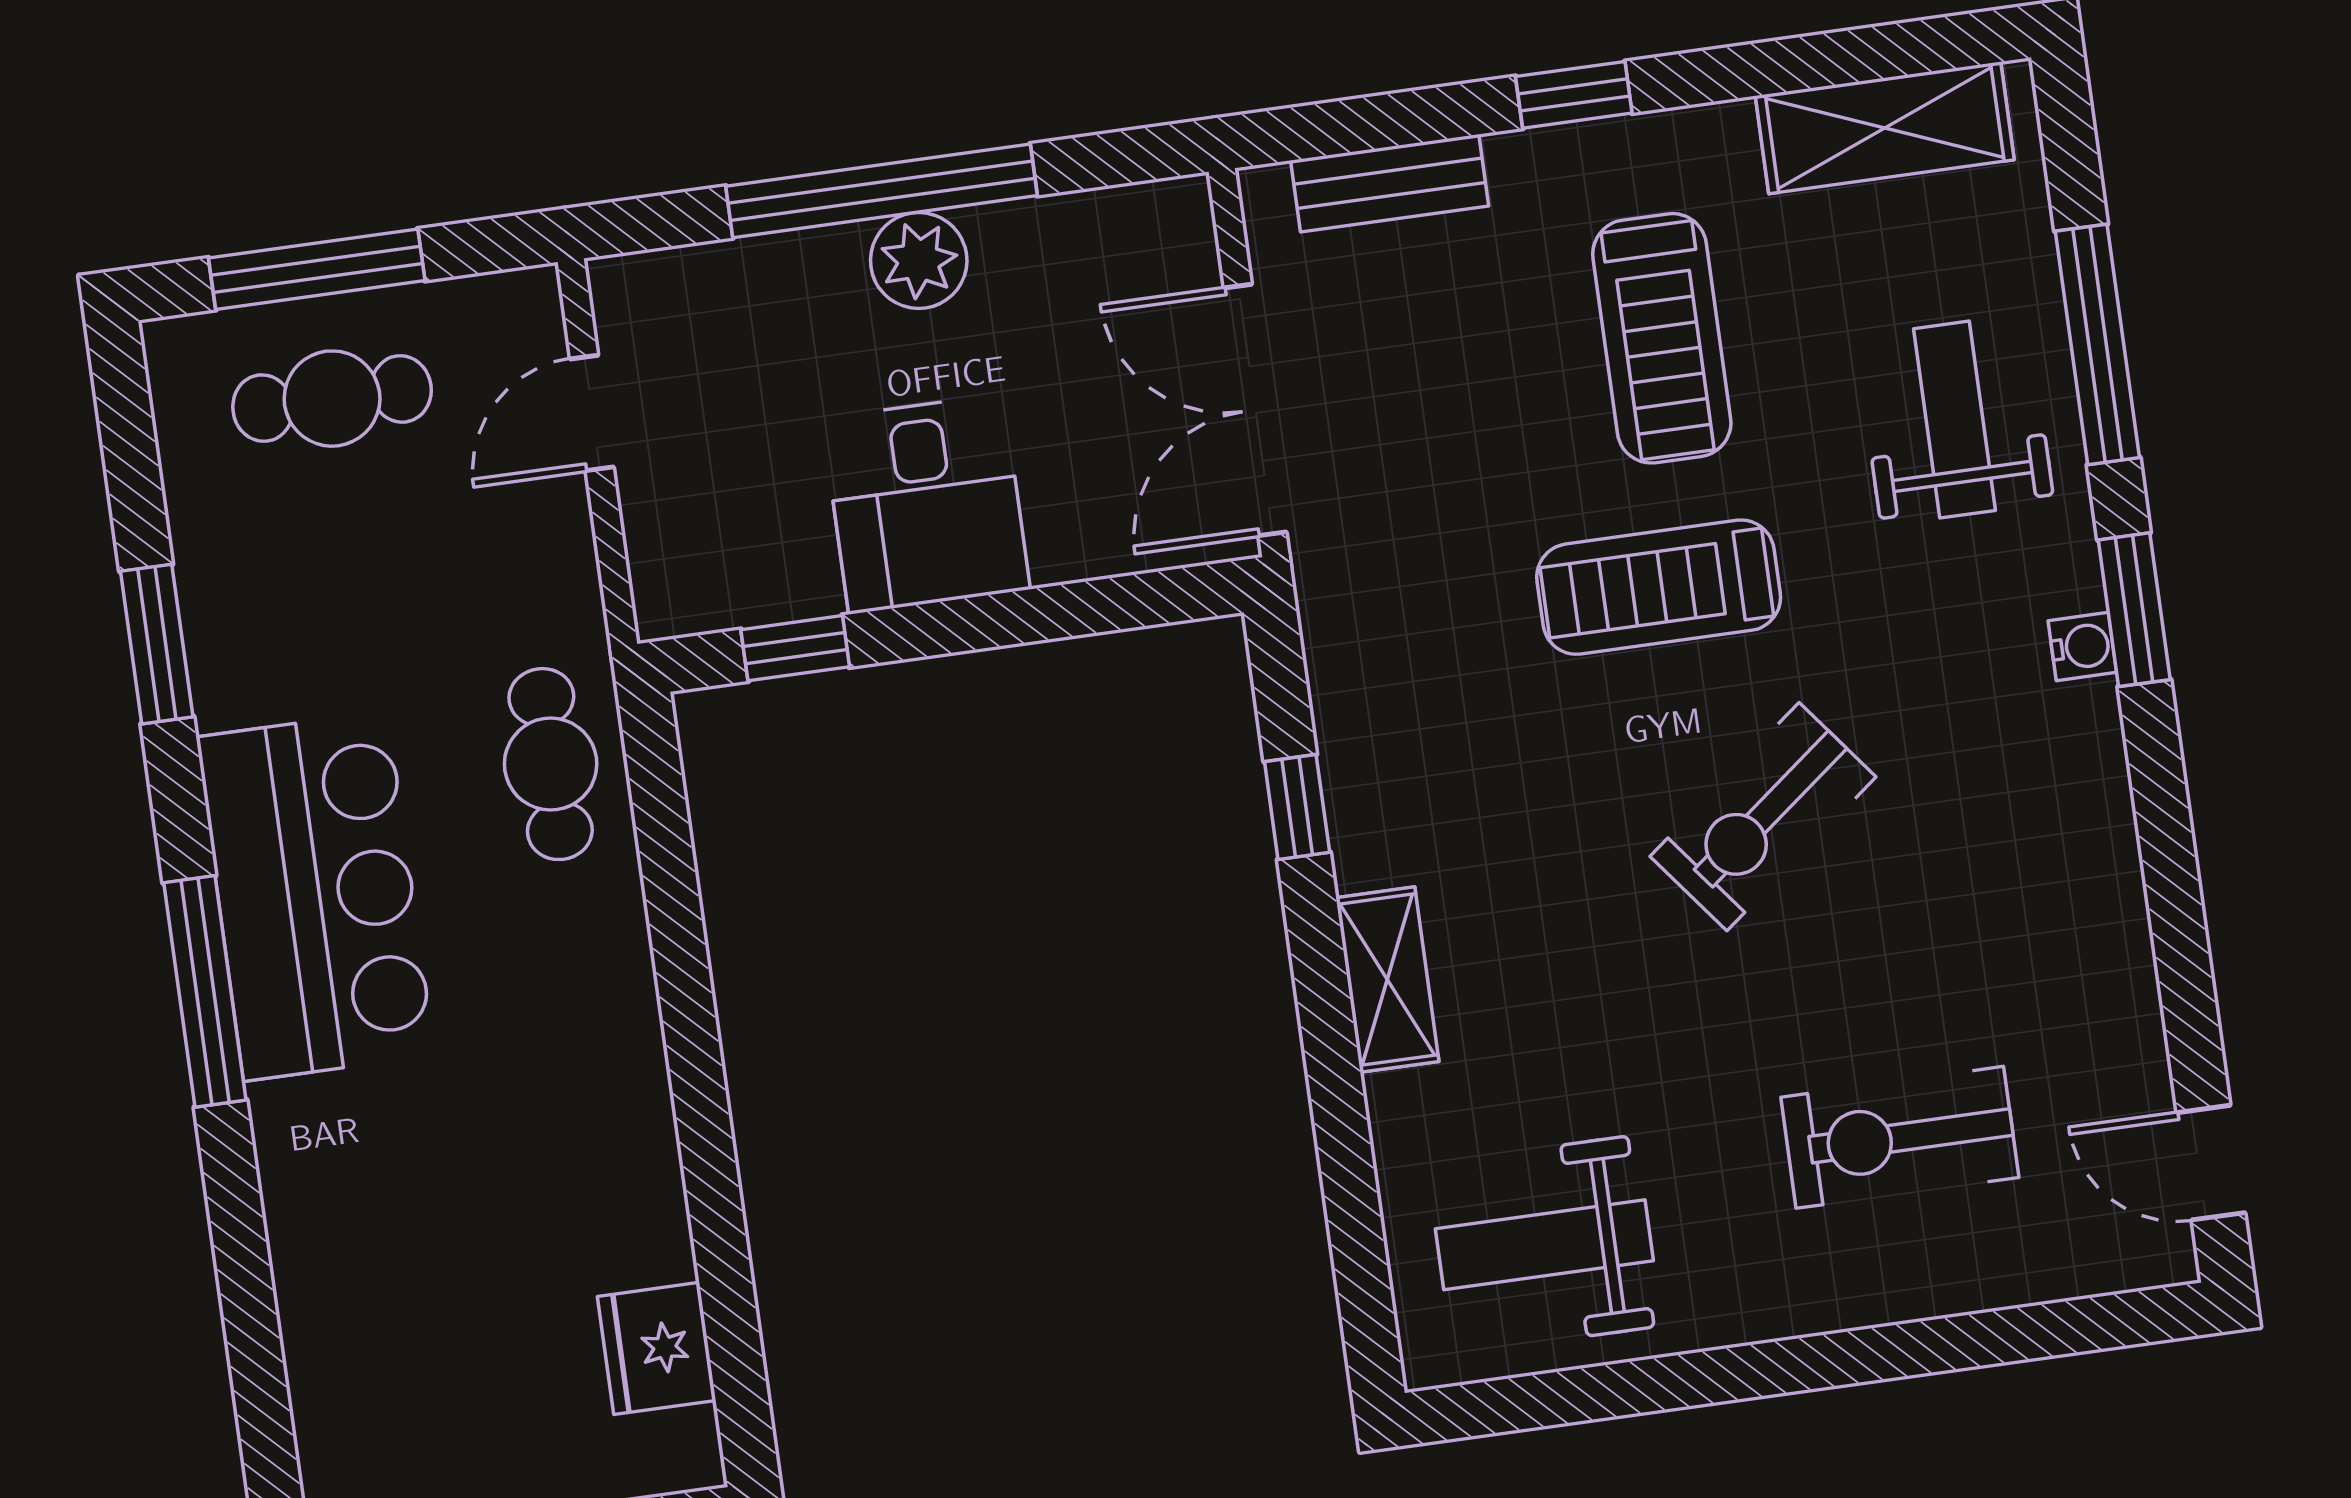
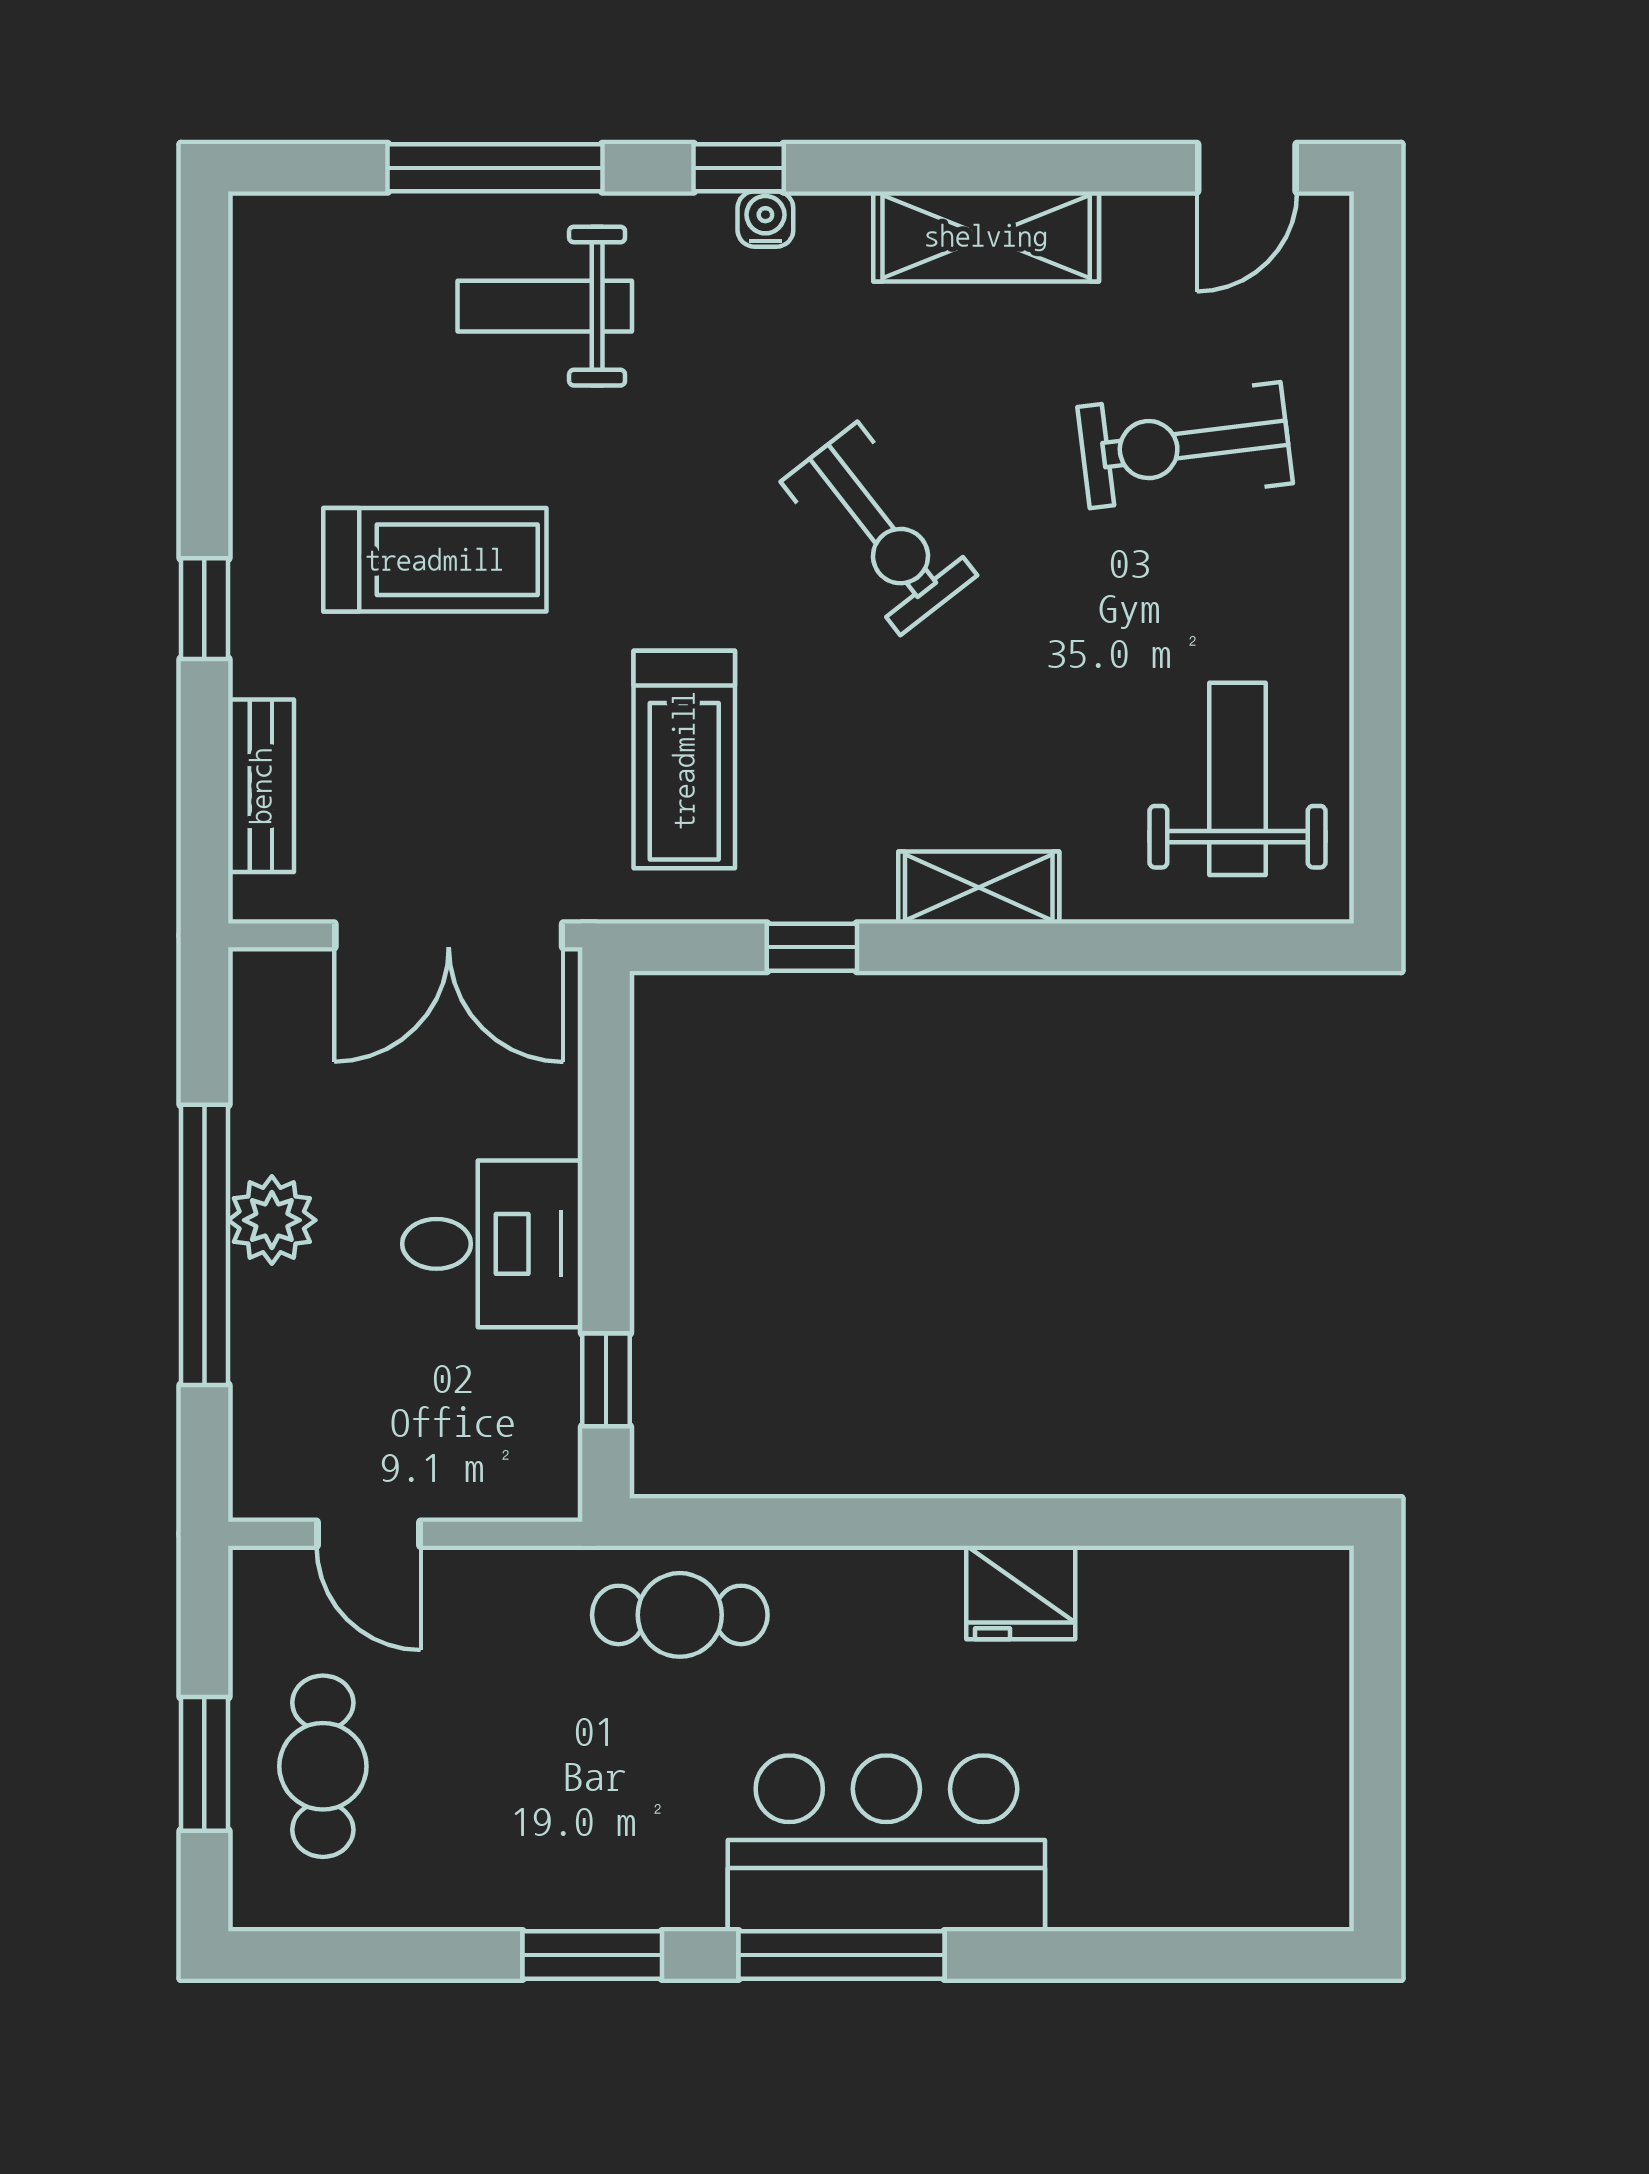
shelving: (1885, 128) -> (986, 236), moved, turned 90
window: (317, 269) -> (204, 1764), width x0.69
treadmill: (1659, 587) -> (684, 760), moved
window: (2134, 610) -> (739, 168), width x0.67
window: (157, 644) -> (592, 1955), moved
bar counter: (316, 896) -> (886, 1843), moved
exercise bike: (1900, 1137) -> (1185, 445), turned 83
weight bench: (1544, 1245) -> (1238, 779), turned 180
fridge: (657, 1348) -> (1021, 1592), moved

